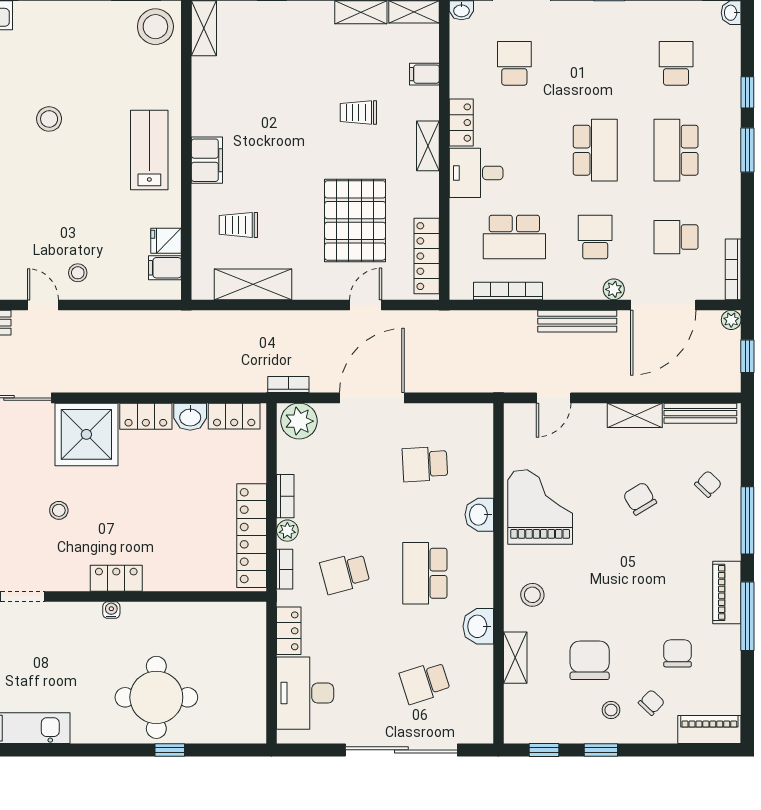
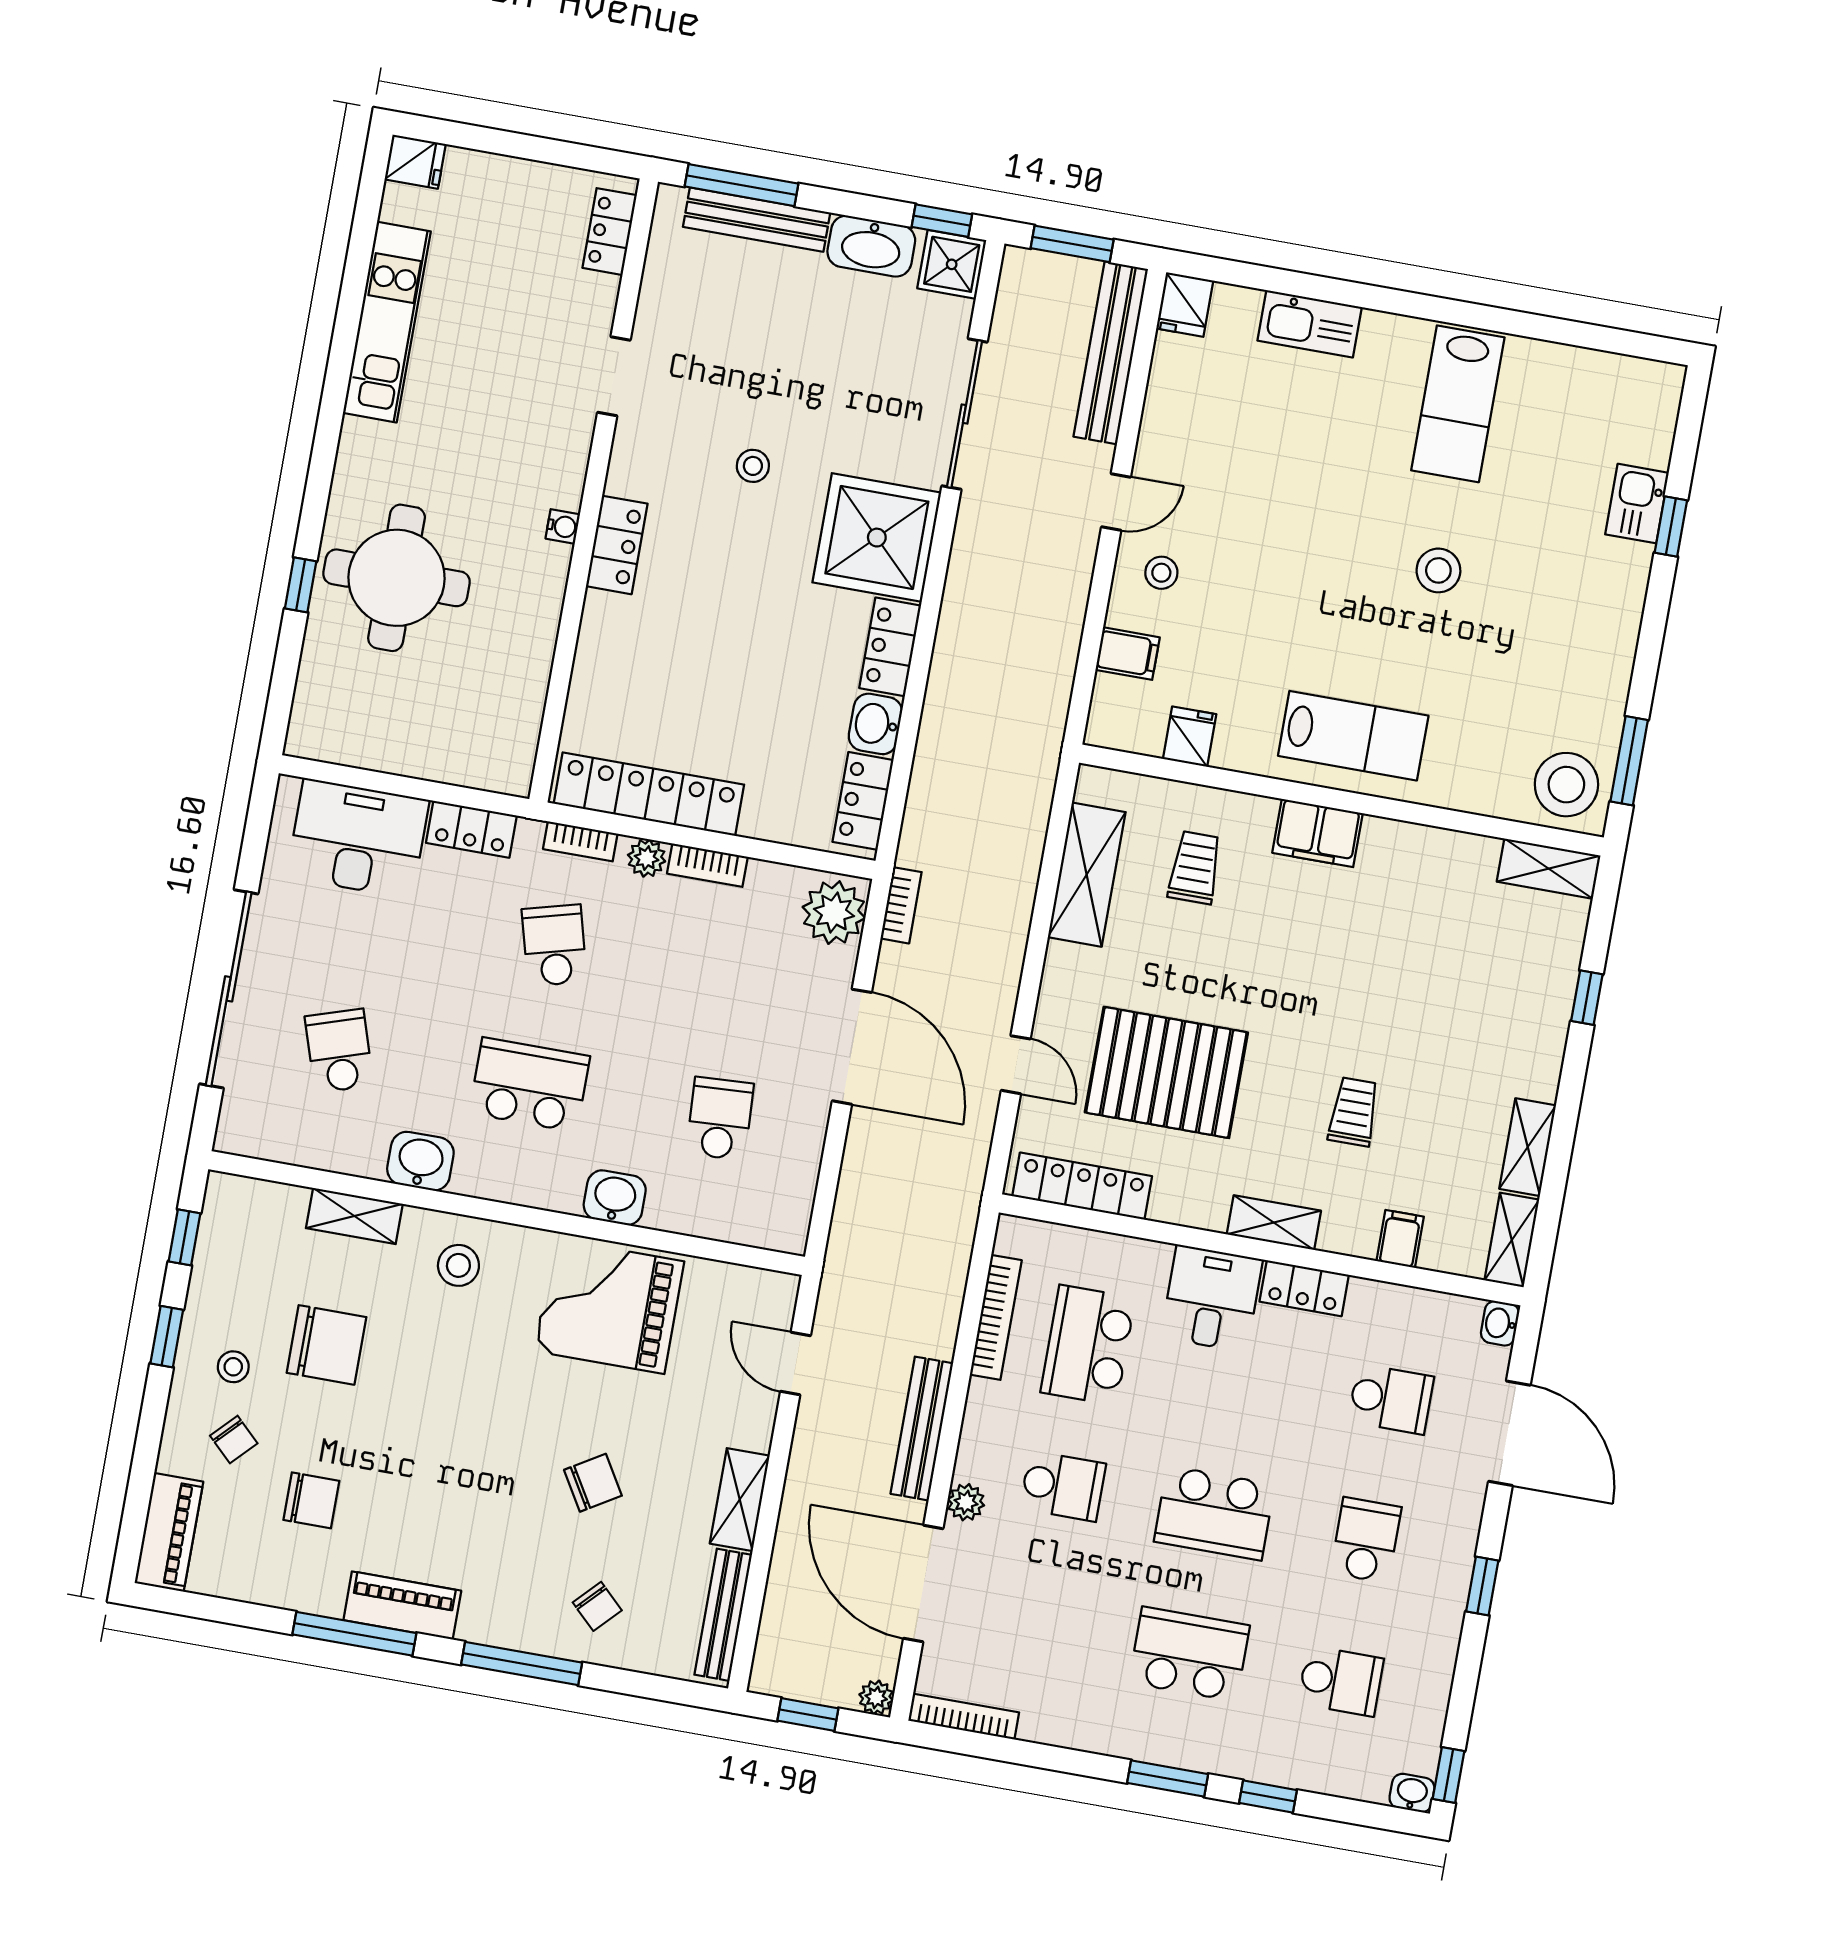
school desk: (676, 237) -> (1366, 1540), moved
filing cabinet: (165, 268) -> (1128, 654), moved, turned 90
grand piano: (540, 507) -> (609, 1306), turned 180

